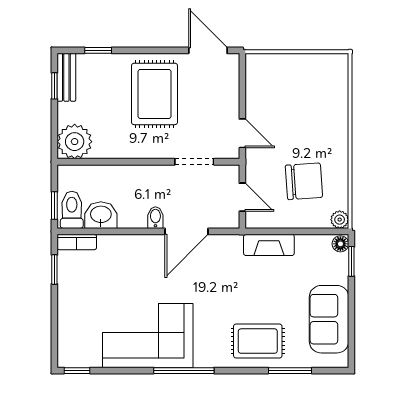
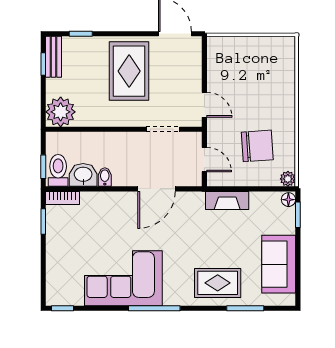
bidet: (155, 218) -> (105, 177), moved

